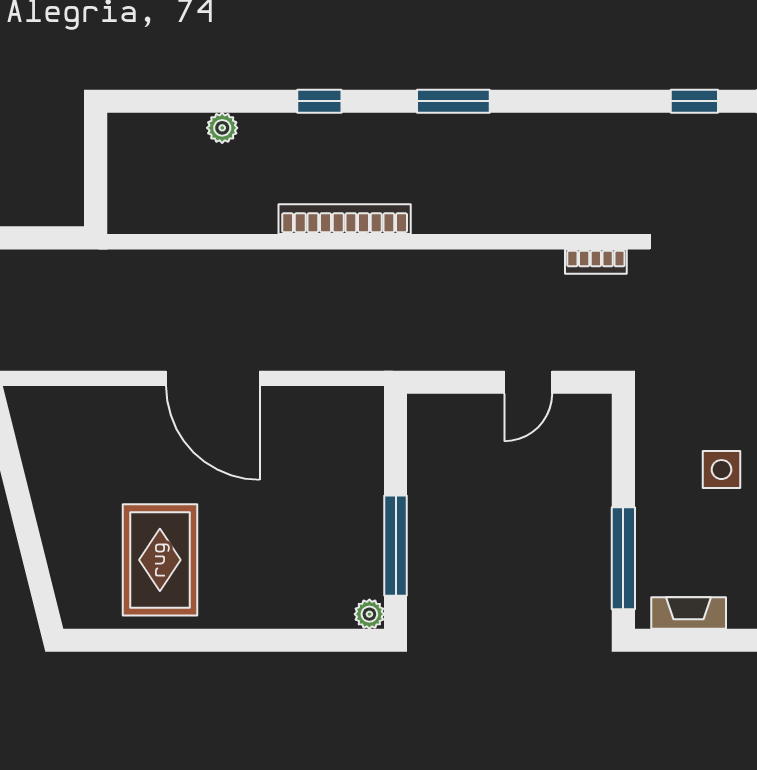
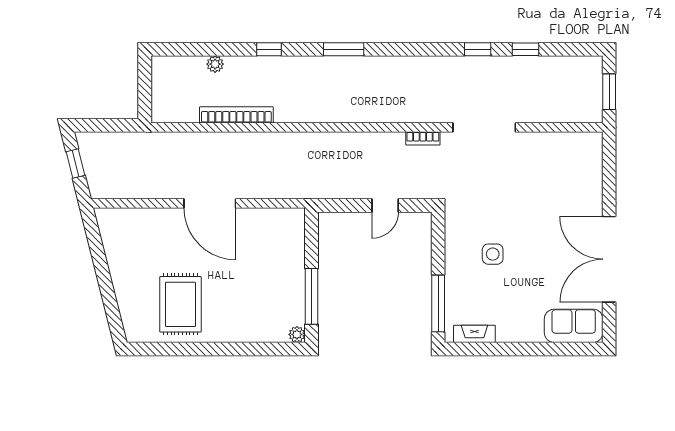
bookcase: (345, 219) -> (236, 115), moved

